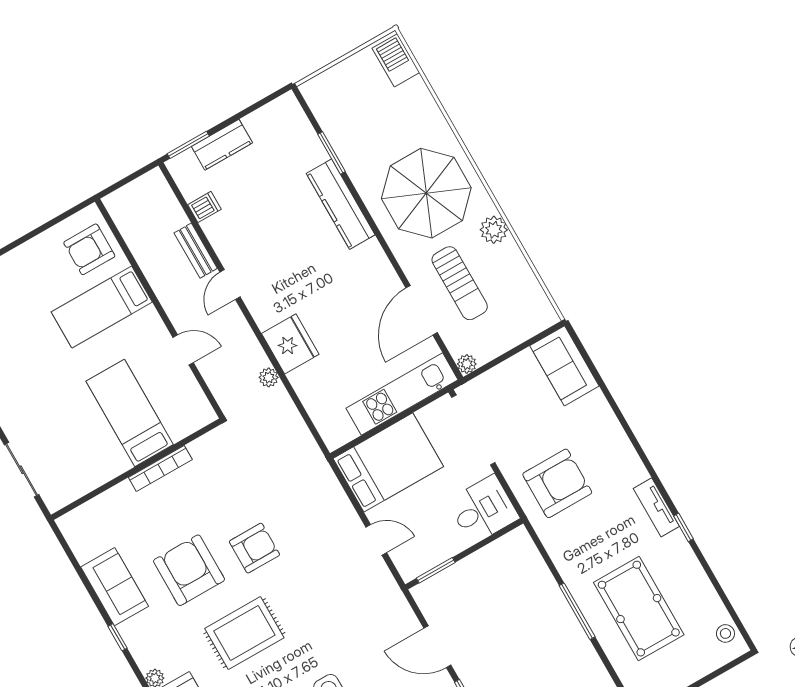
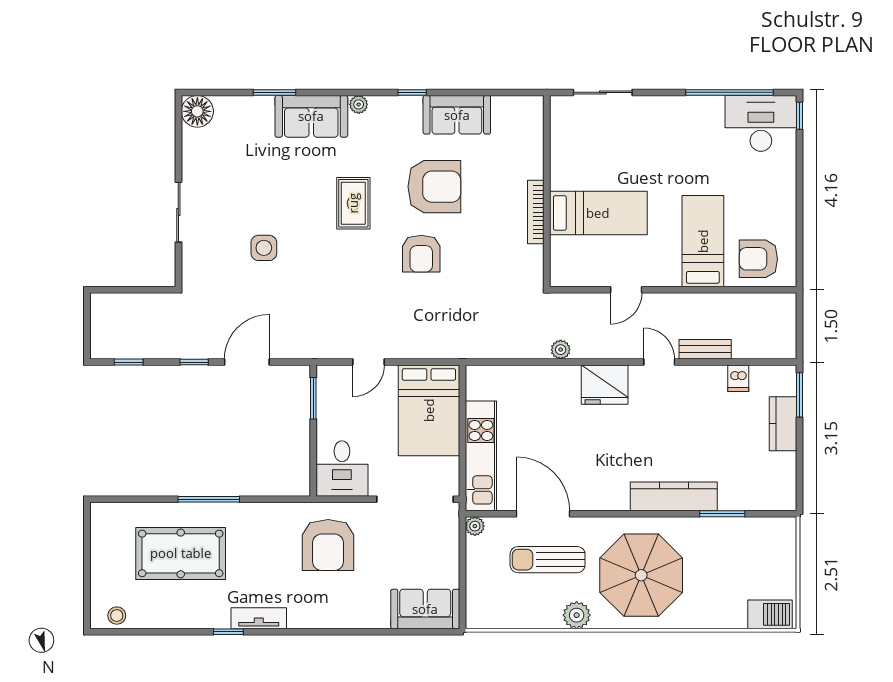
armchair: (89, 249) -> (758, 259), turned -90
fridge: (290, 344) -> (605, 385), moved
rug: (244, 633) -> (353, 203), width x0.73, depth x0.70

